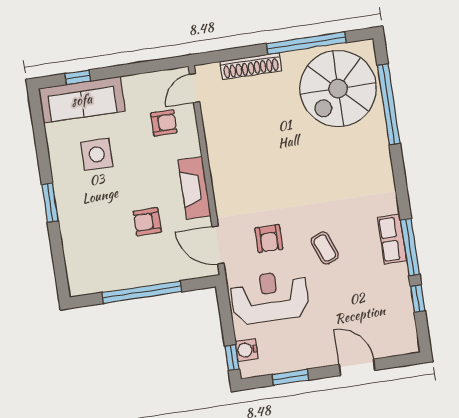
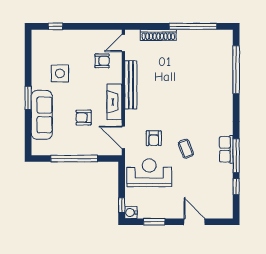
spiral stairs: (338, 88) -> (208, 56), removed
sofa: (82, 100) -> (42, 115), moved, turned -90
bench: (217, 156) -> (131, 85), added
water cooler: (247, 350) -> (131, 213), moved

